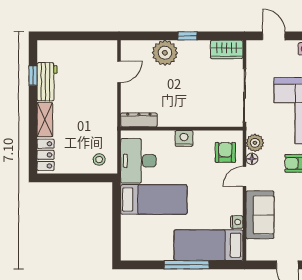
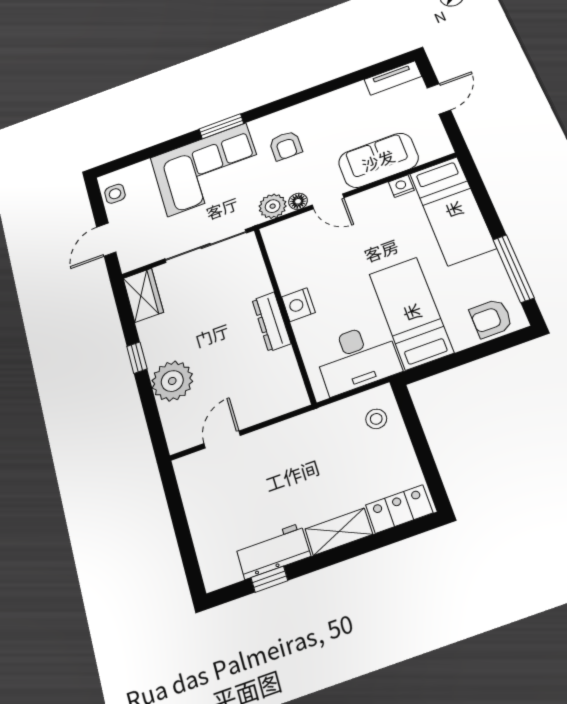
door: (119, 72) -> (222, 439), hinge flipped
dresser: (139, 120) -> (271, 322), moved
armchair: (225, 152) -> (491, 318), moved
window: (187, 265) -> (513, 269), moved

